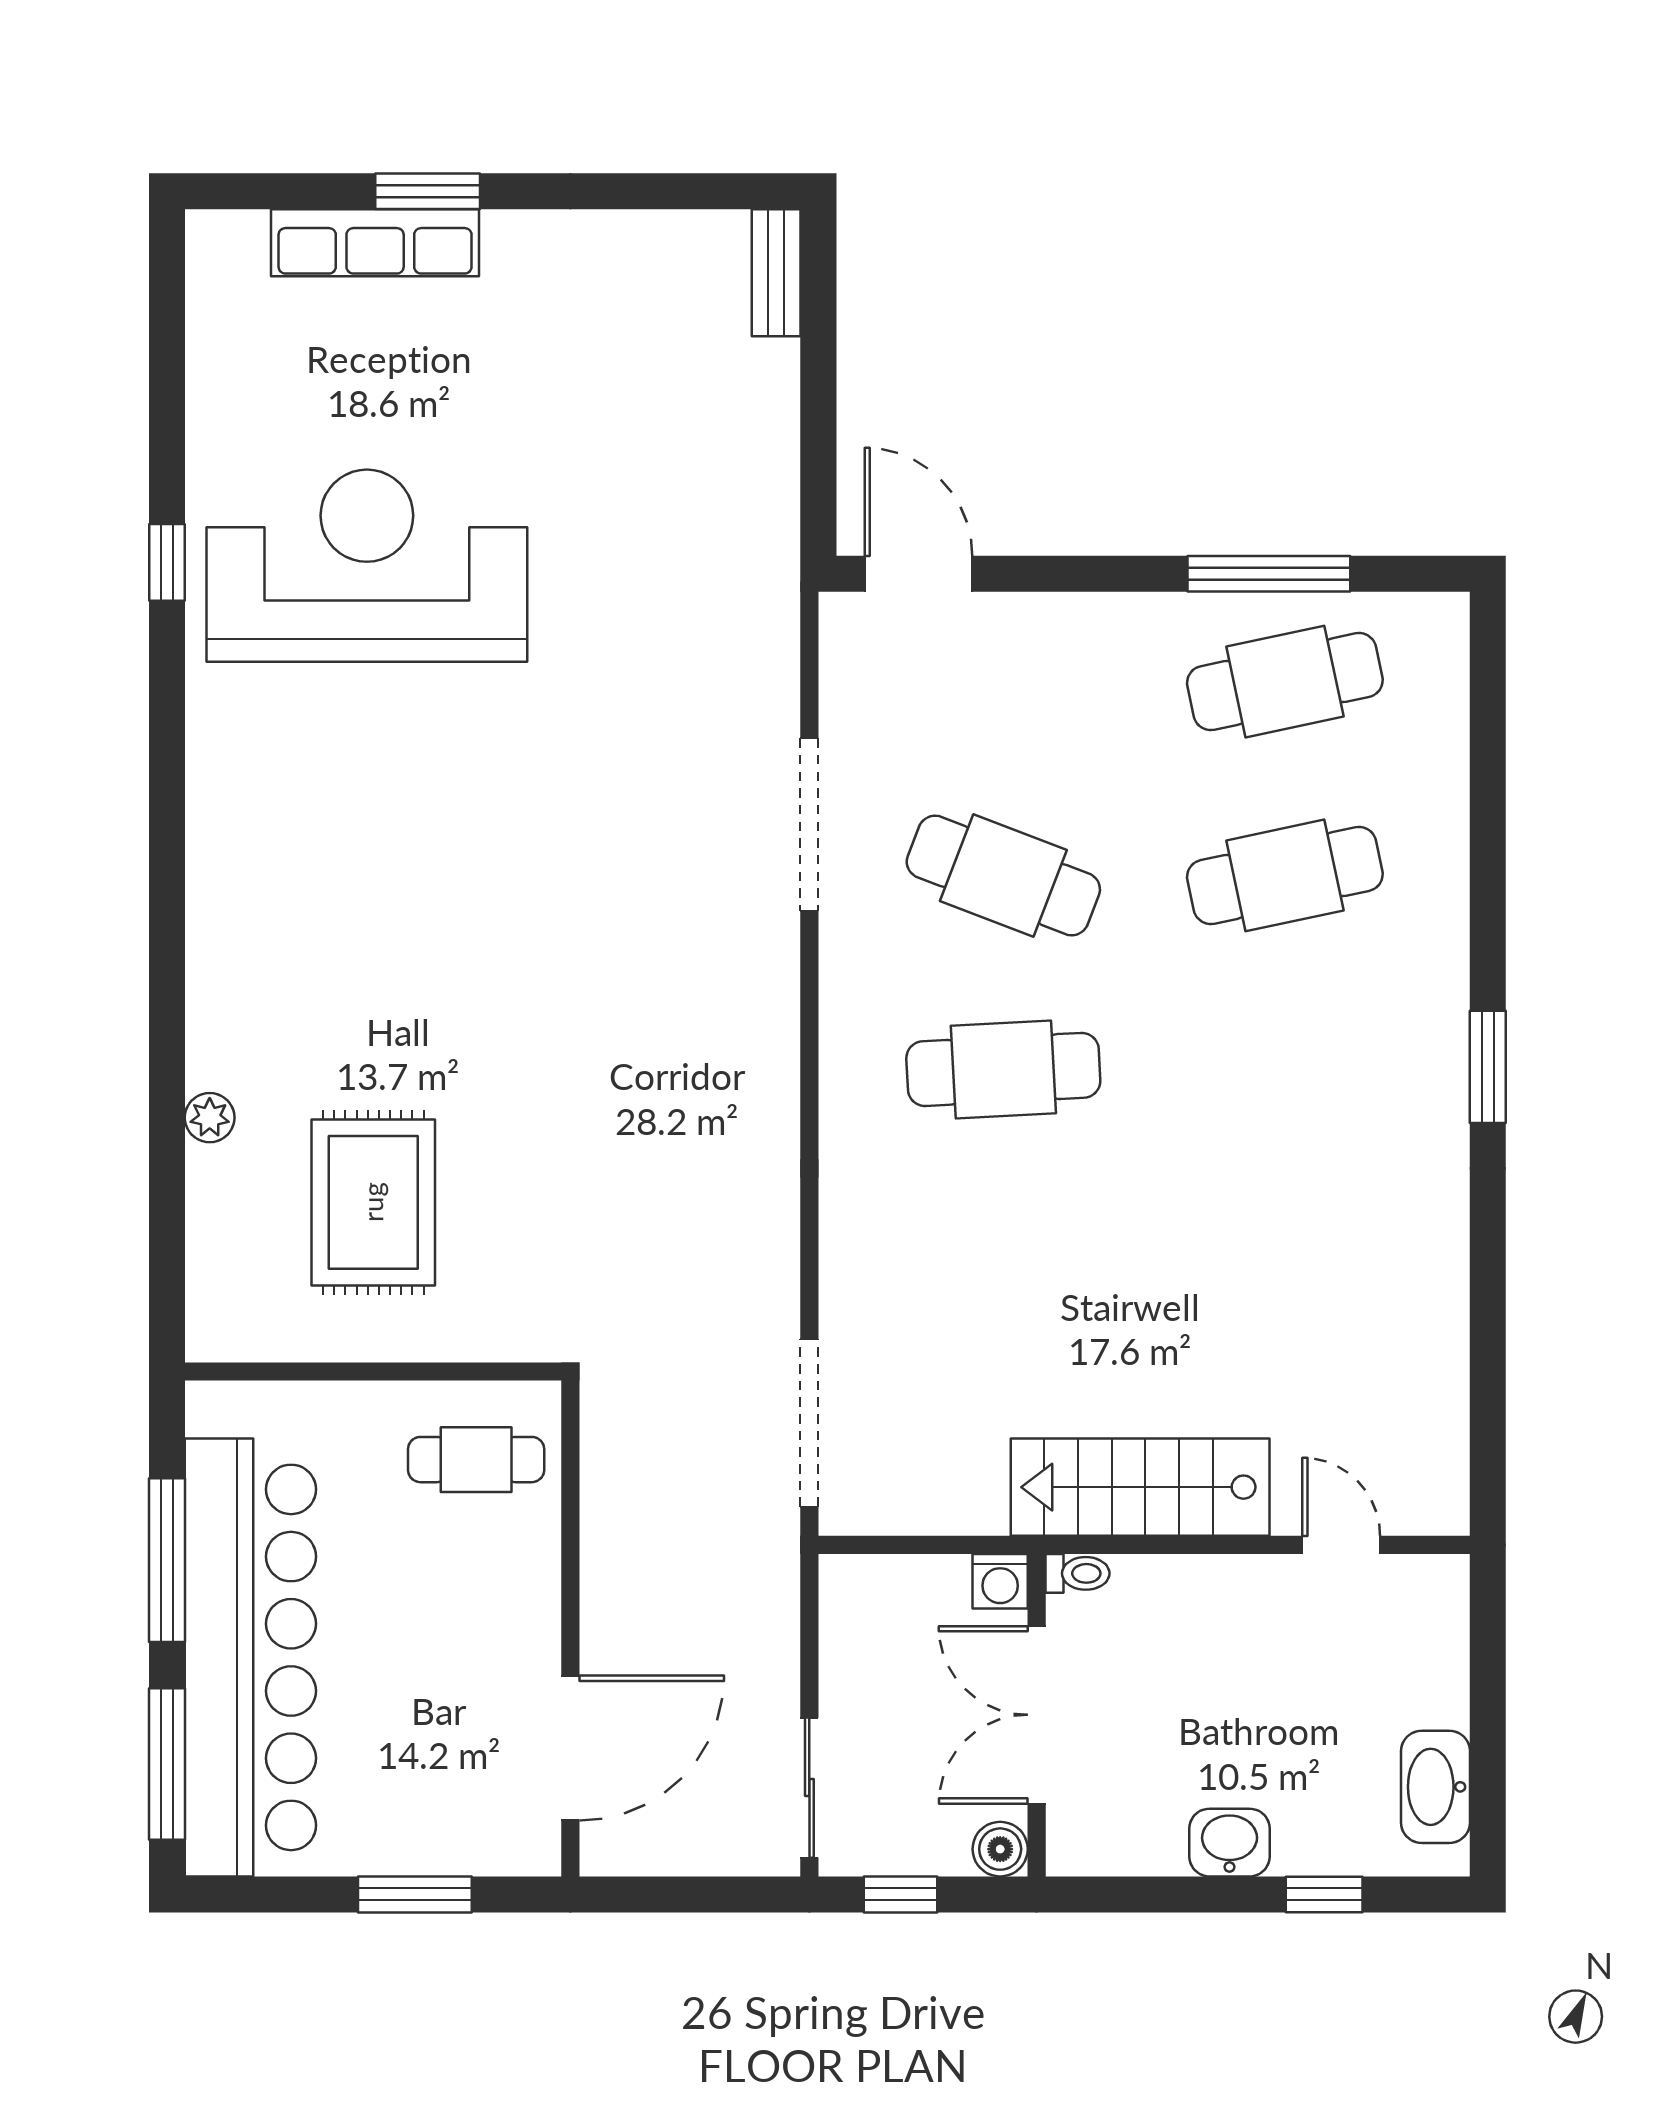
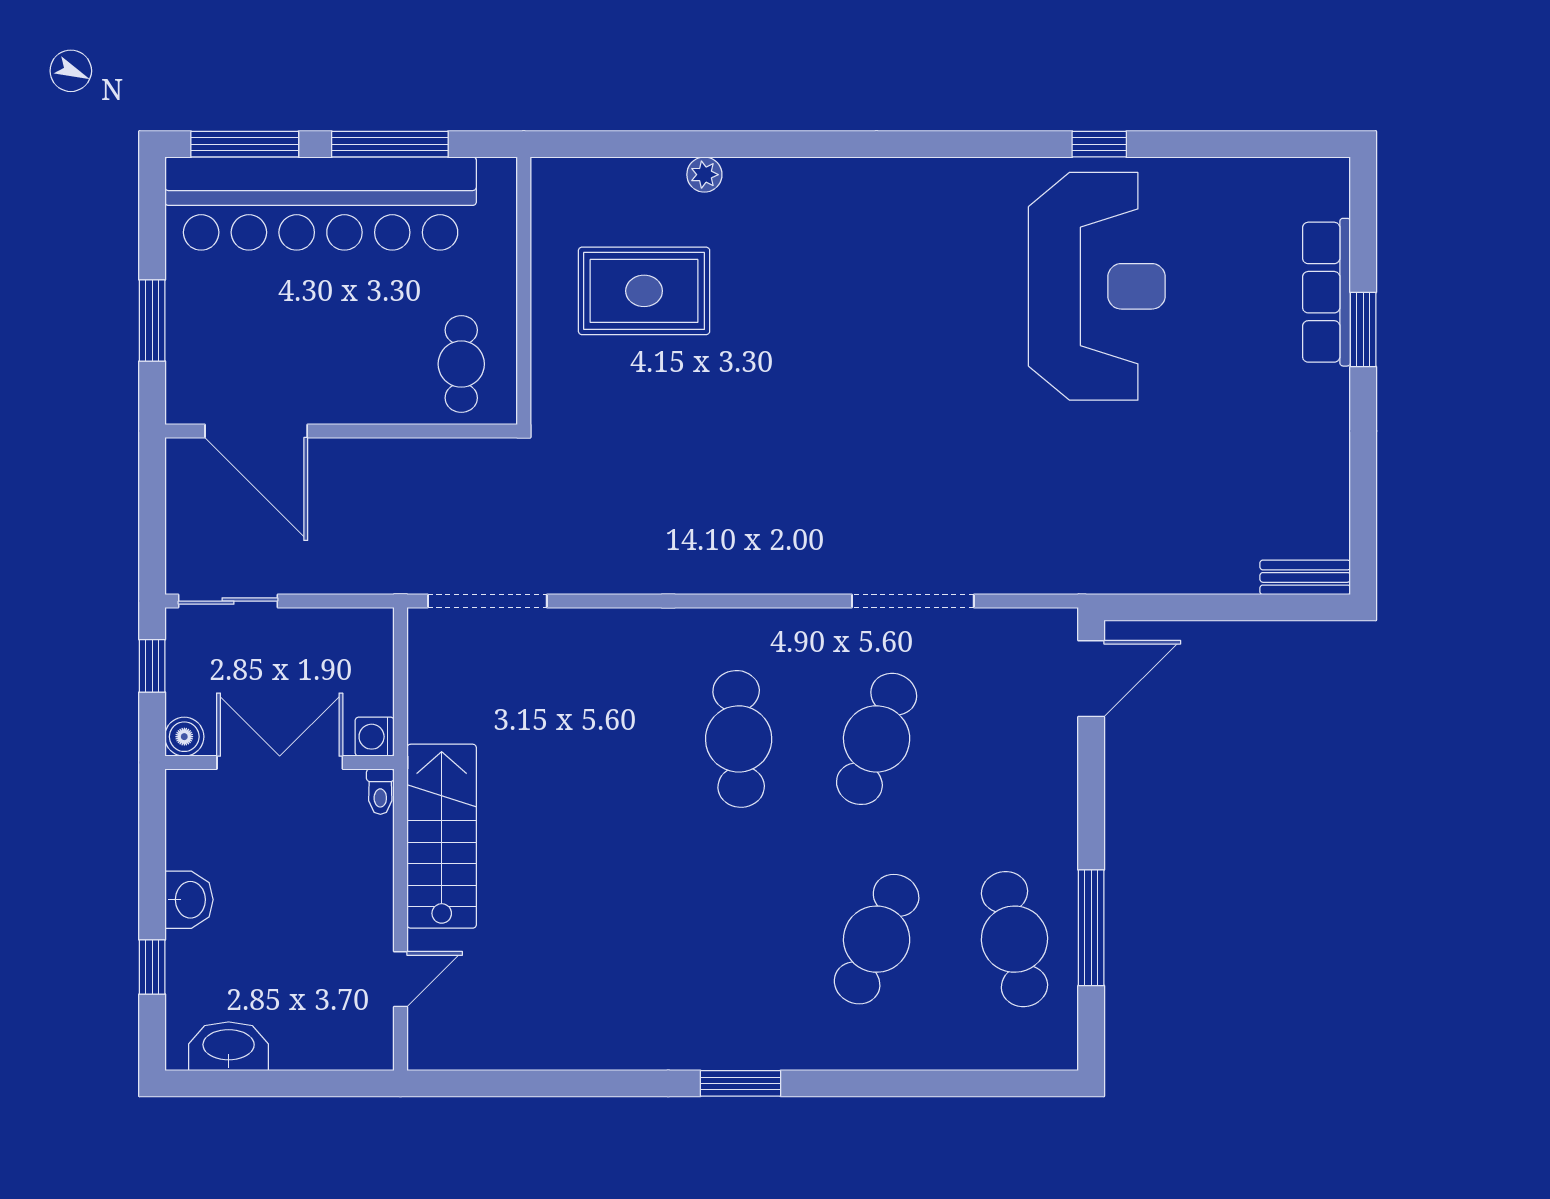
cafe table: (1285, 875) -> (877, 939), turned 36

